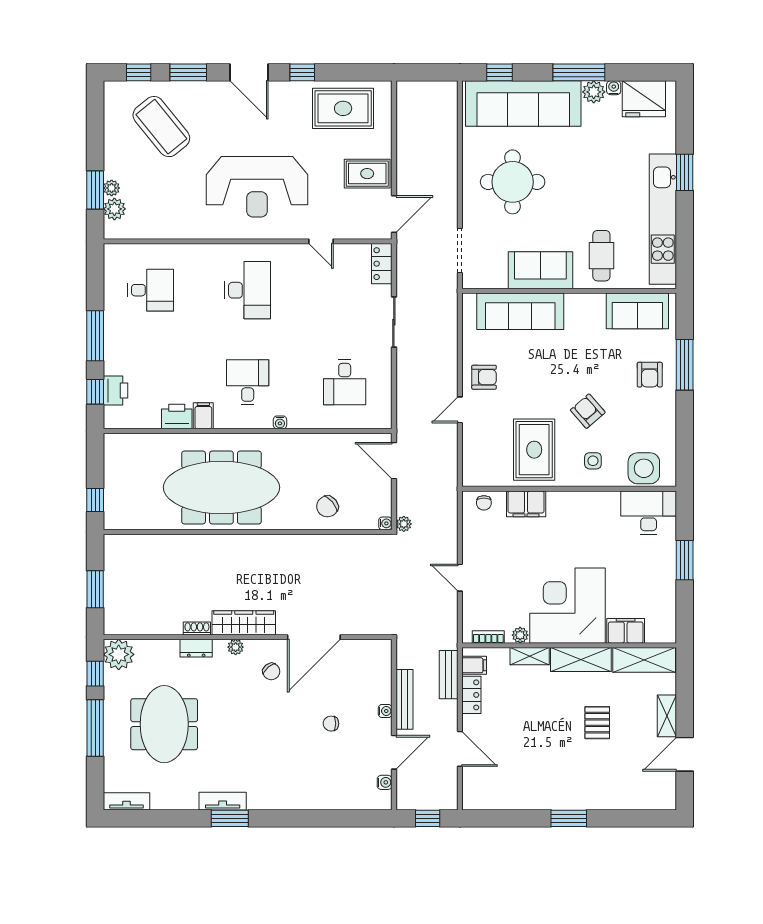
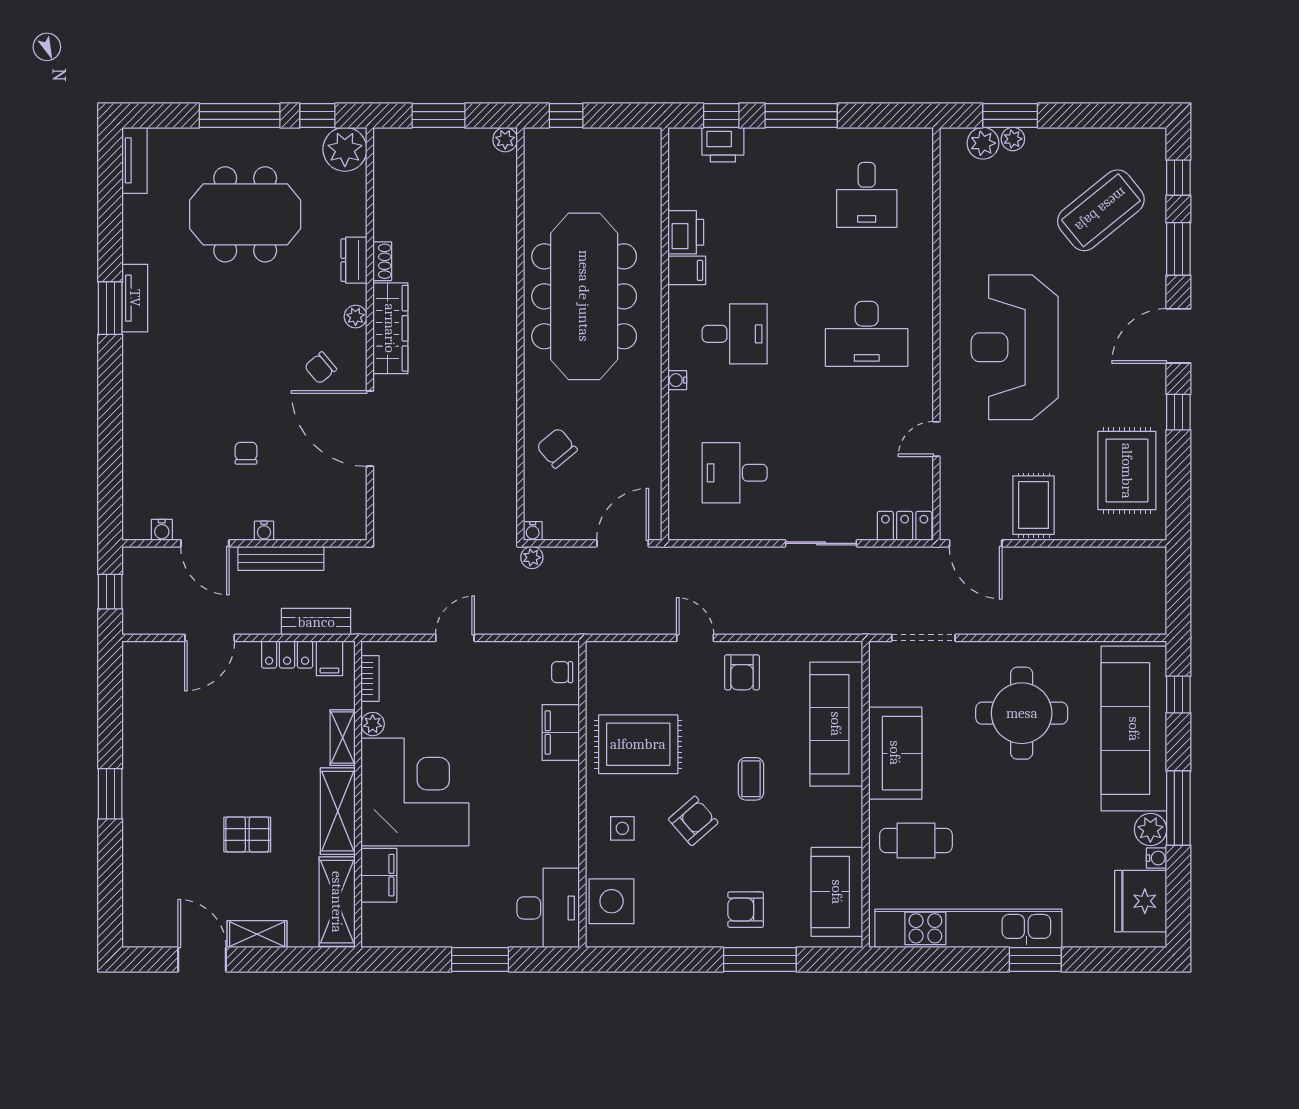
coffee table: (558, 371) -> (751, 779), added
plant: (112, 543) -> (505, 140), added

